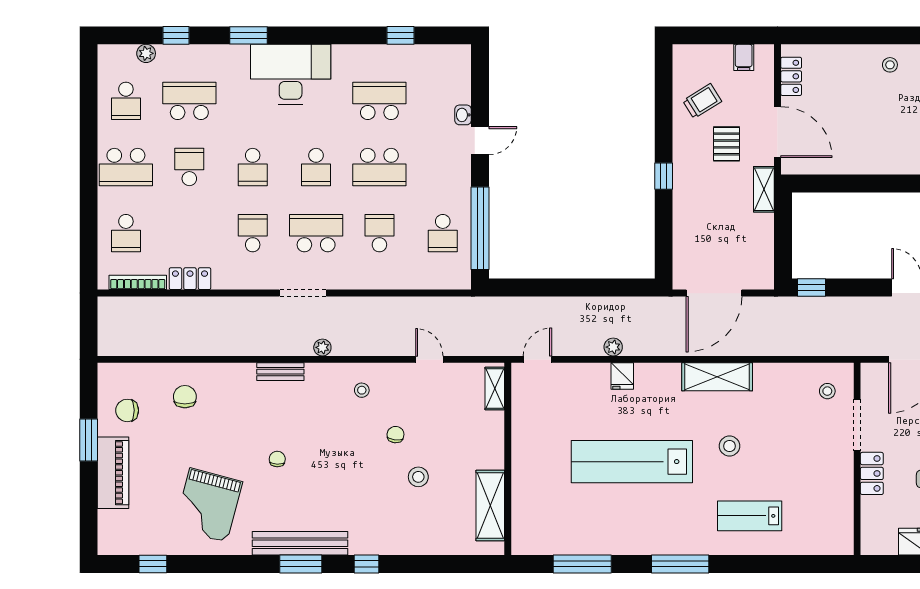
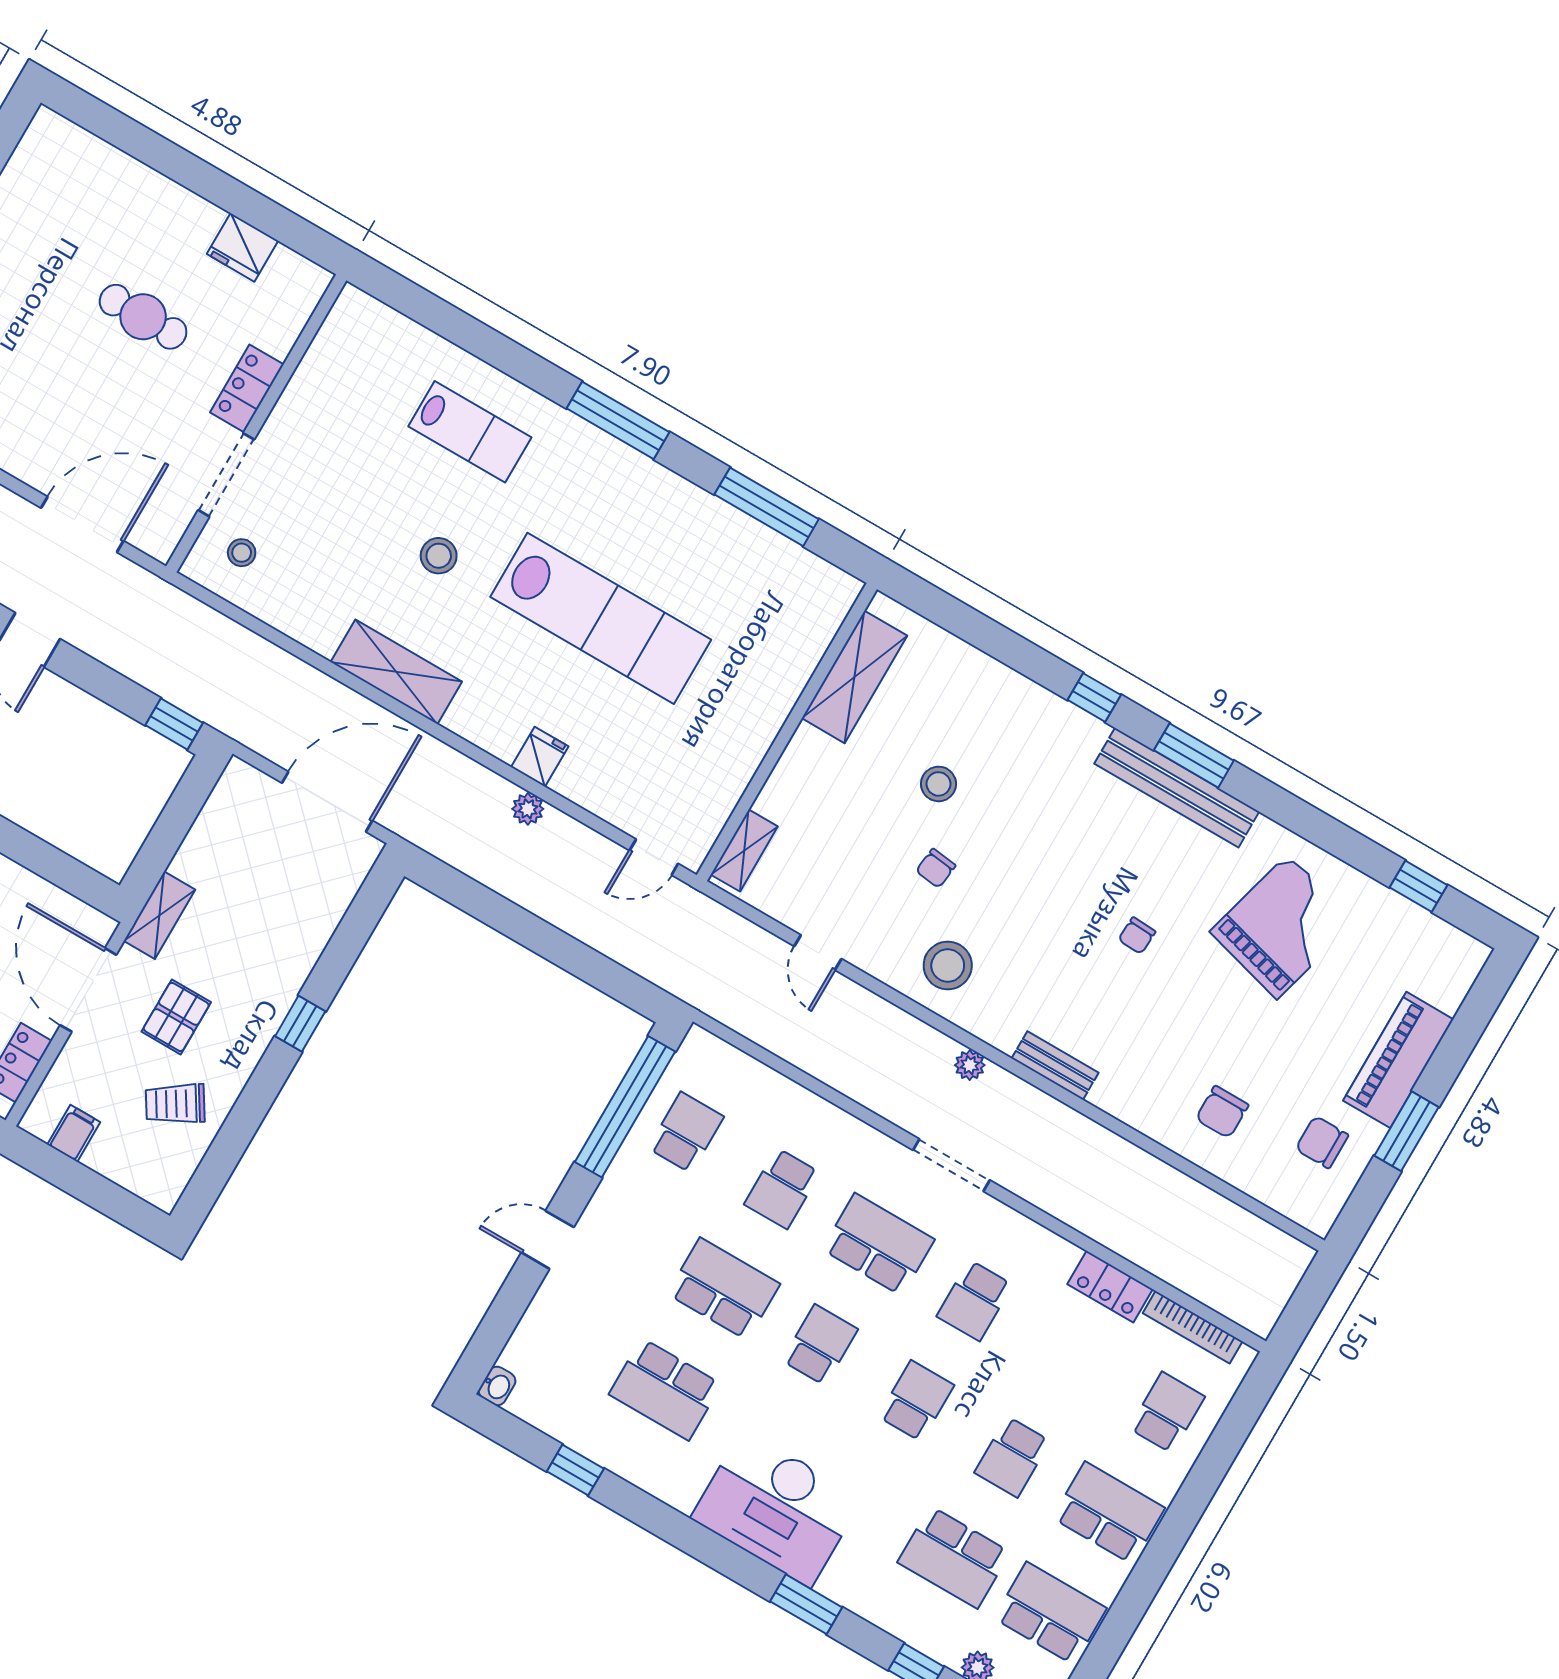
school desk: (126, 101) -> (1050, 1613), width x1.85
washbasin: (463, 115) -> (497, 1386), moved
school desk: (316, 233) -> (878, 1244), turned 180
stool: (362, 390) -> (948, 965), width x1.89, depth x1.89
chair: (127, 410) -> (1322, 1142), turned 180

